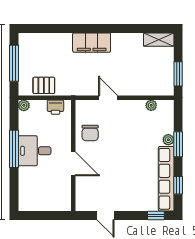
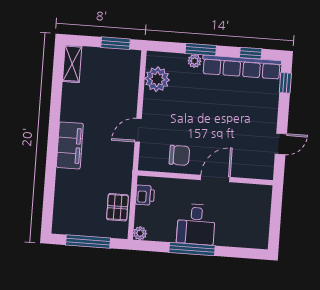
plant: (151, 105) -> (157, 79), width x1.87, depth x1.87

